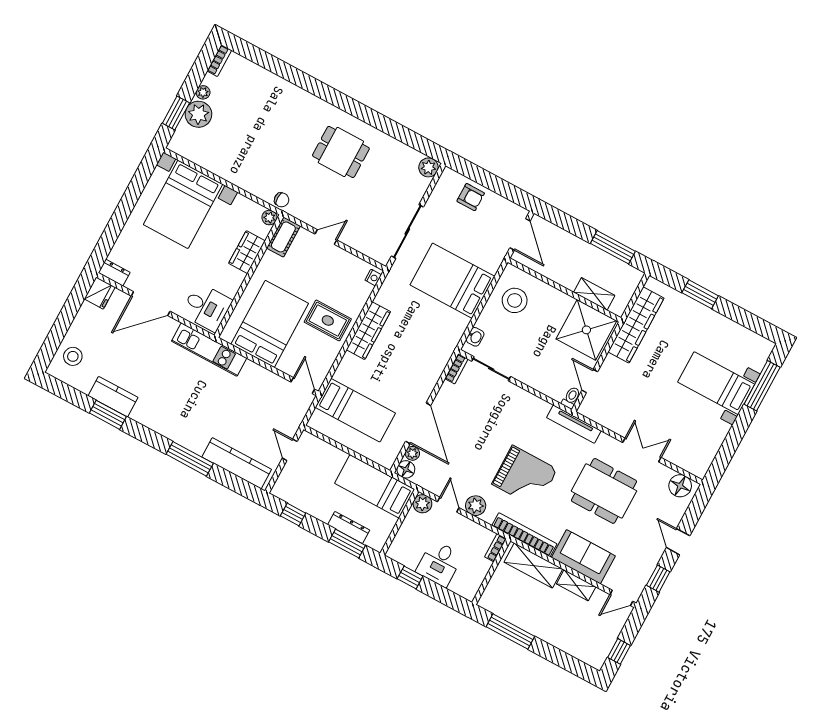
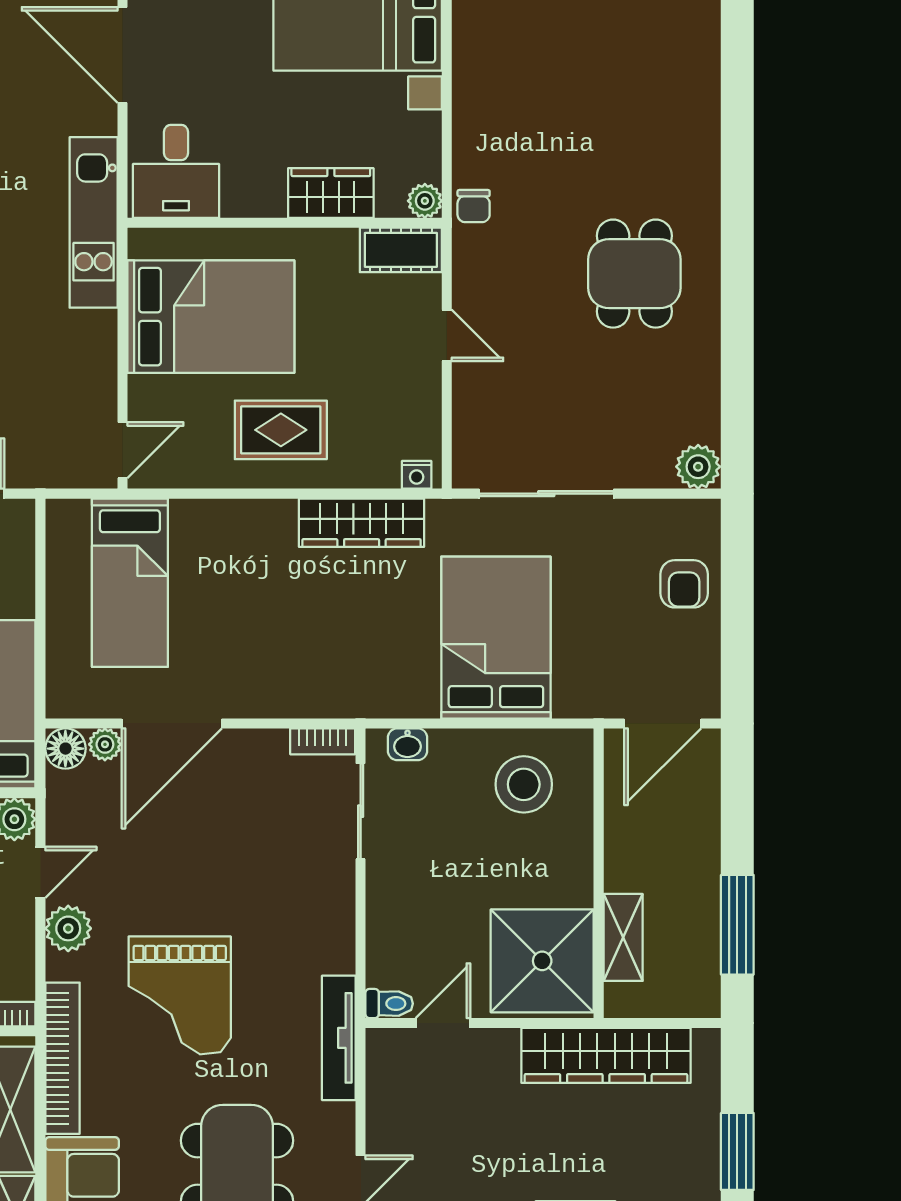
rug: (328, 320) -> (281, 430), turned 90
wardrobe: (368, 331) -> (362, 523), moved

